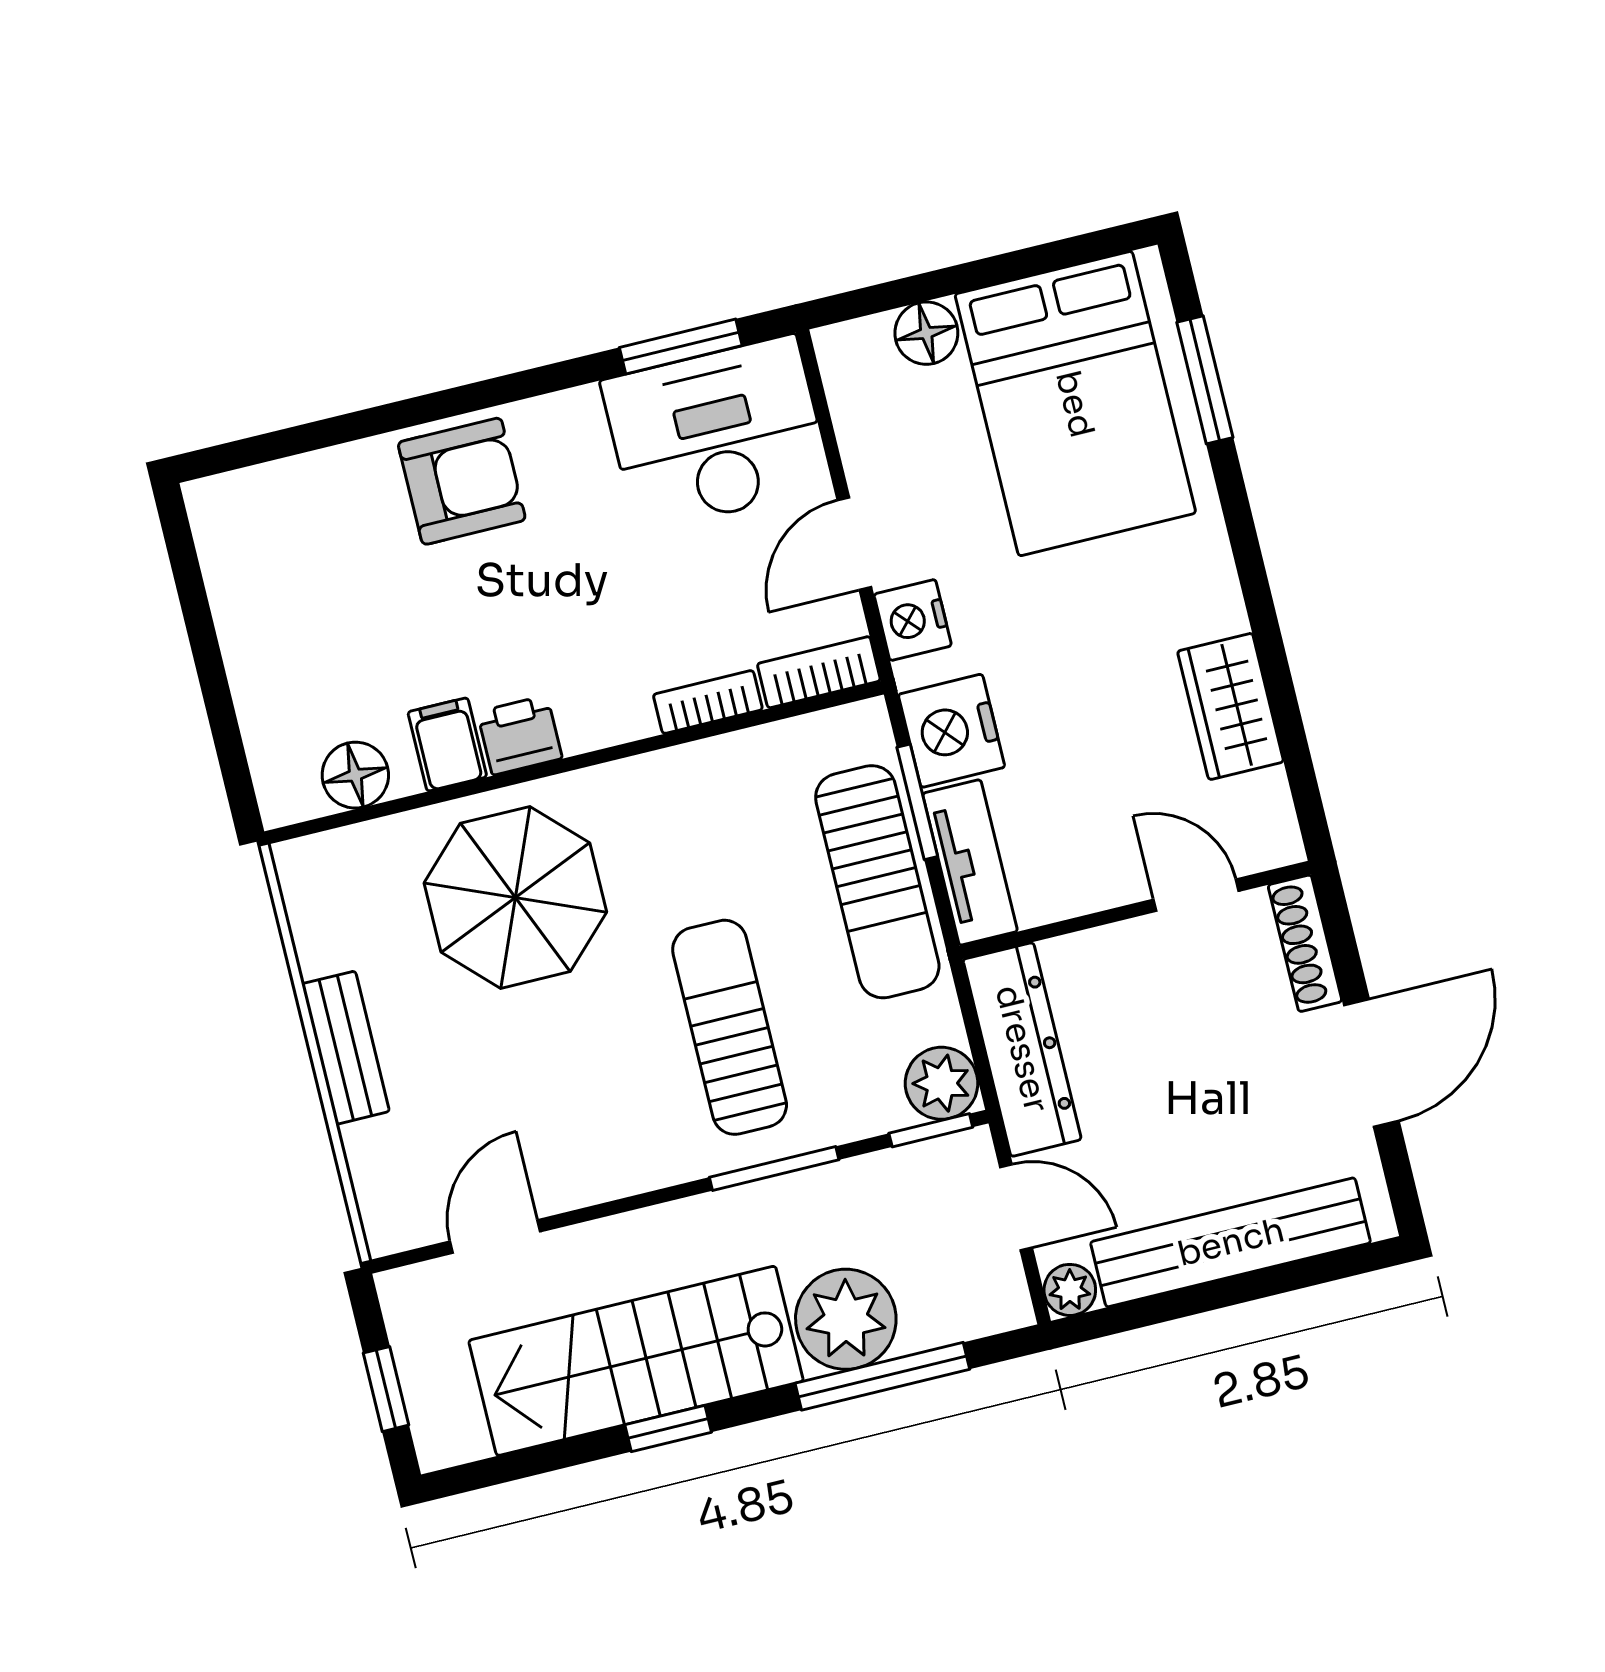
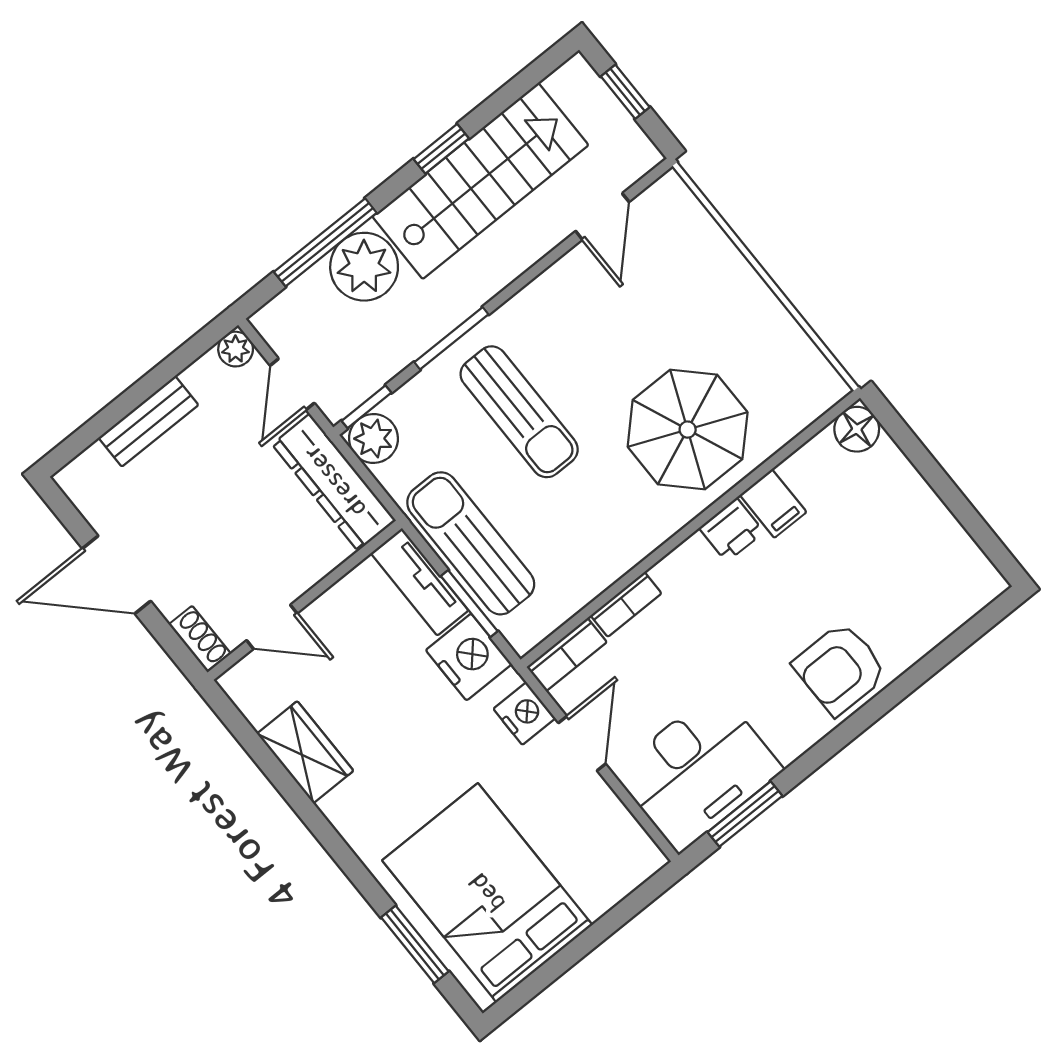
floor lamp: (926, 333) -> (599, 893), removed
floor lamp: (355, 775) -> (857, 429), moved
shoe rack: (1305, 943) -> (200, 639), width x0.70
bench: (346, 1048) -> (748, 289), removed
door: (1371, 1063) -> (117, 575), hinge flipped
door: (1016, 1207) -> (292, 384), hinge flipped
bench: (1231, 1242) -> (148, 421), width x0.54, depth x0.82

